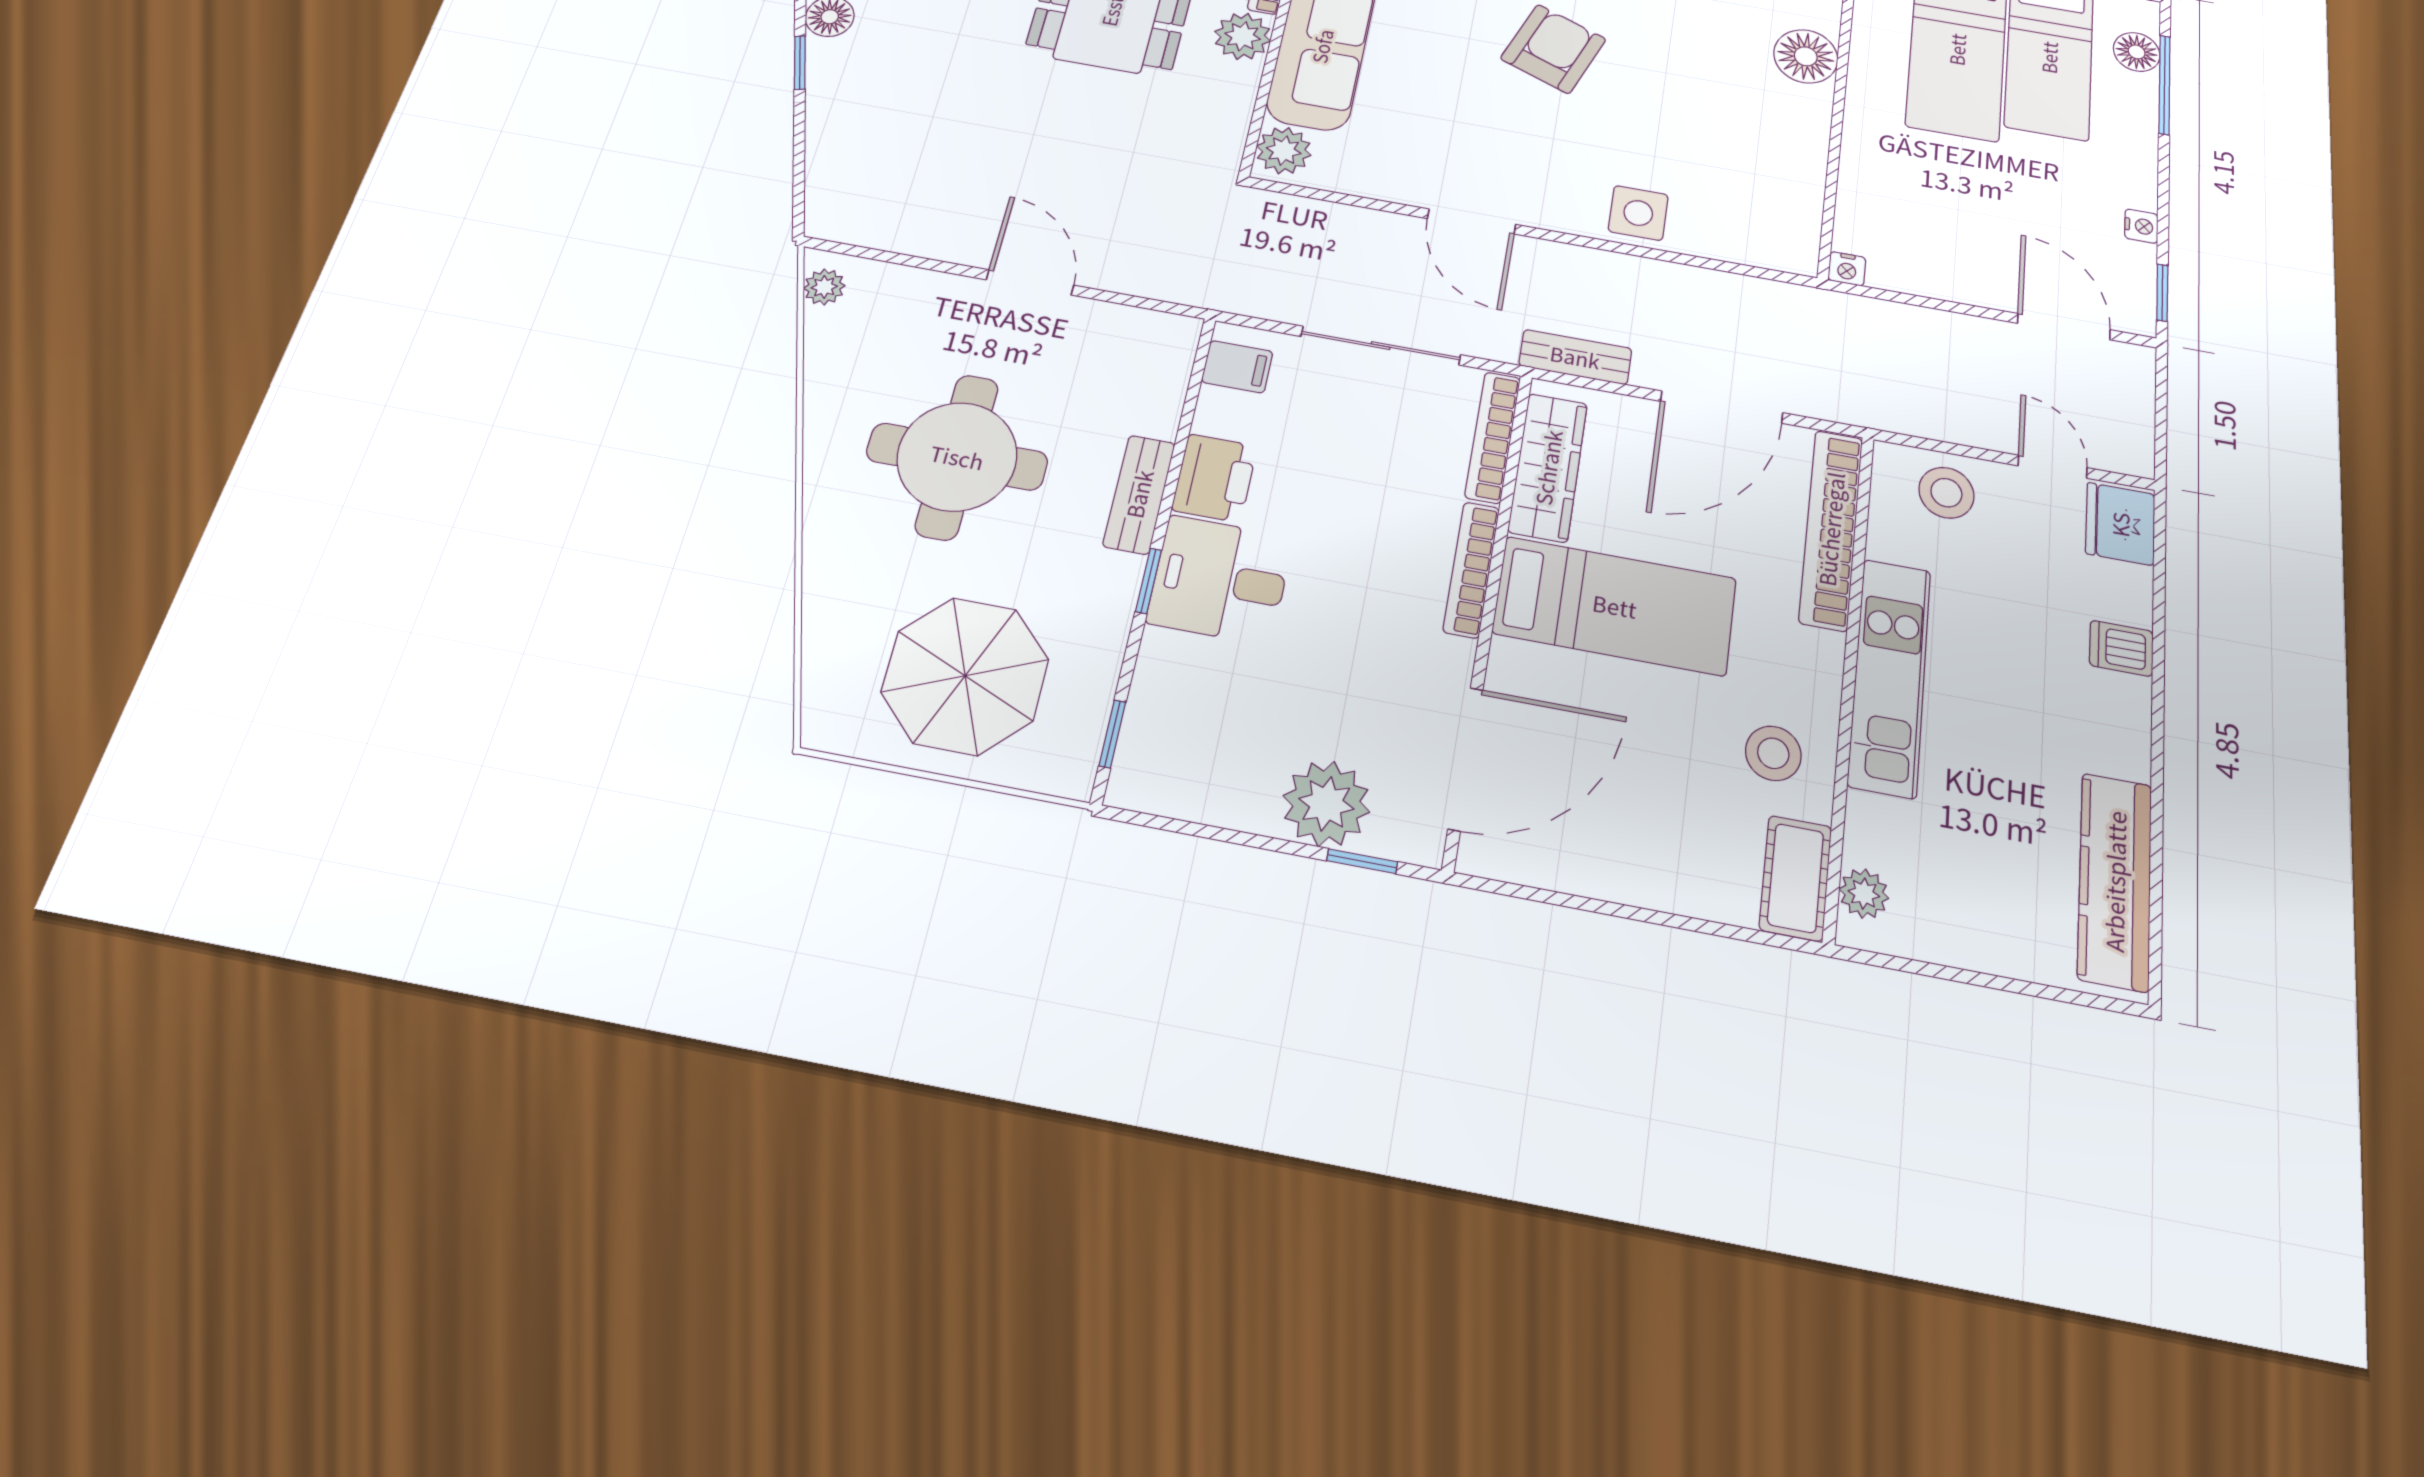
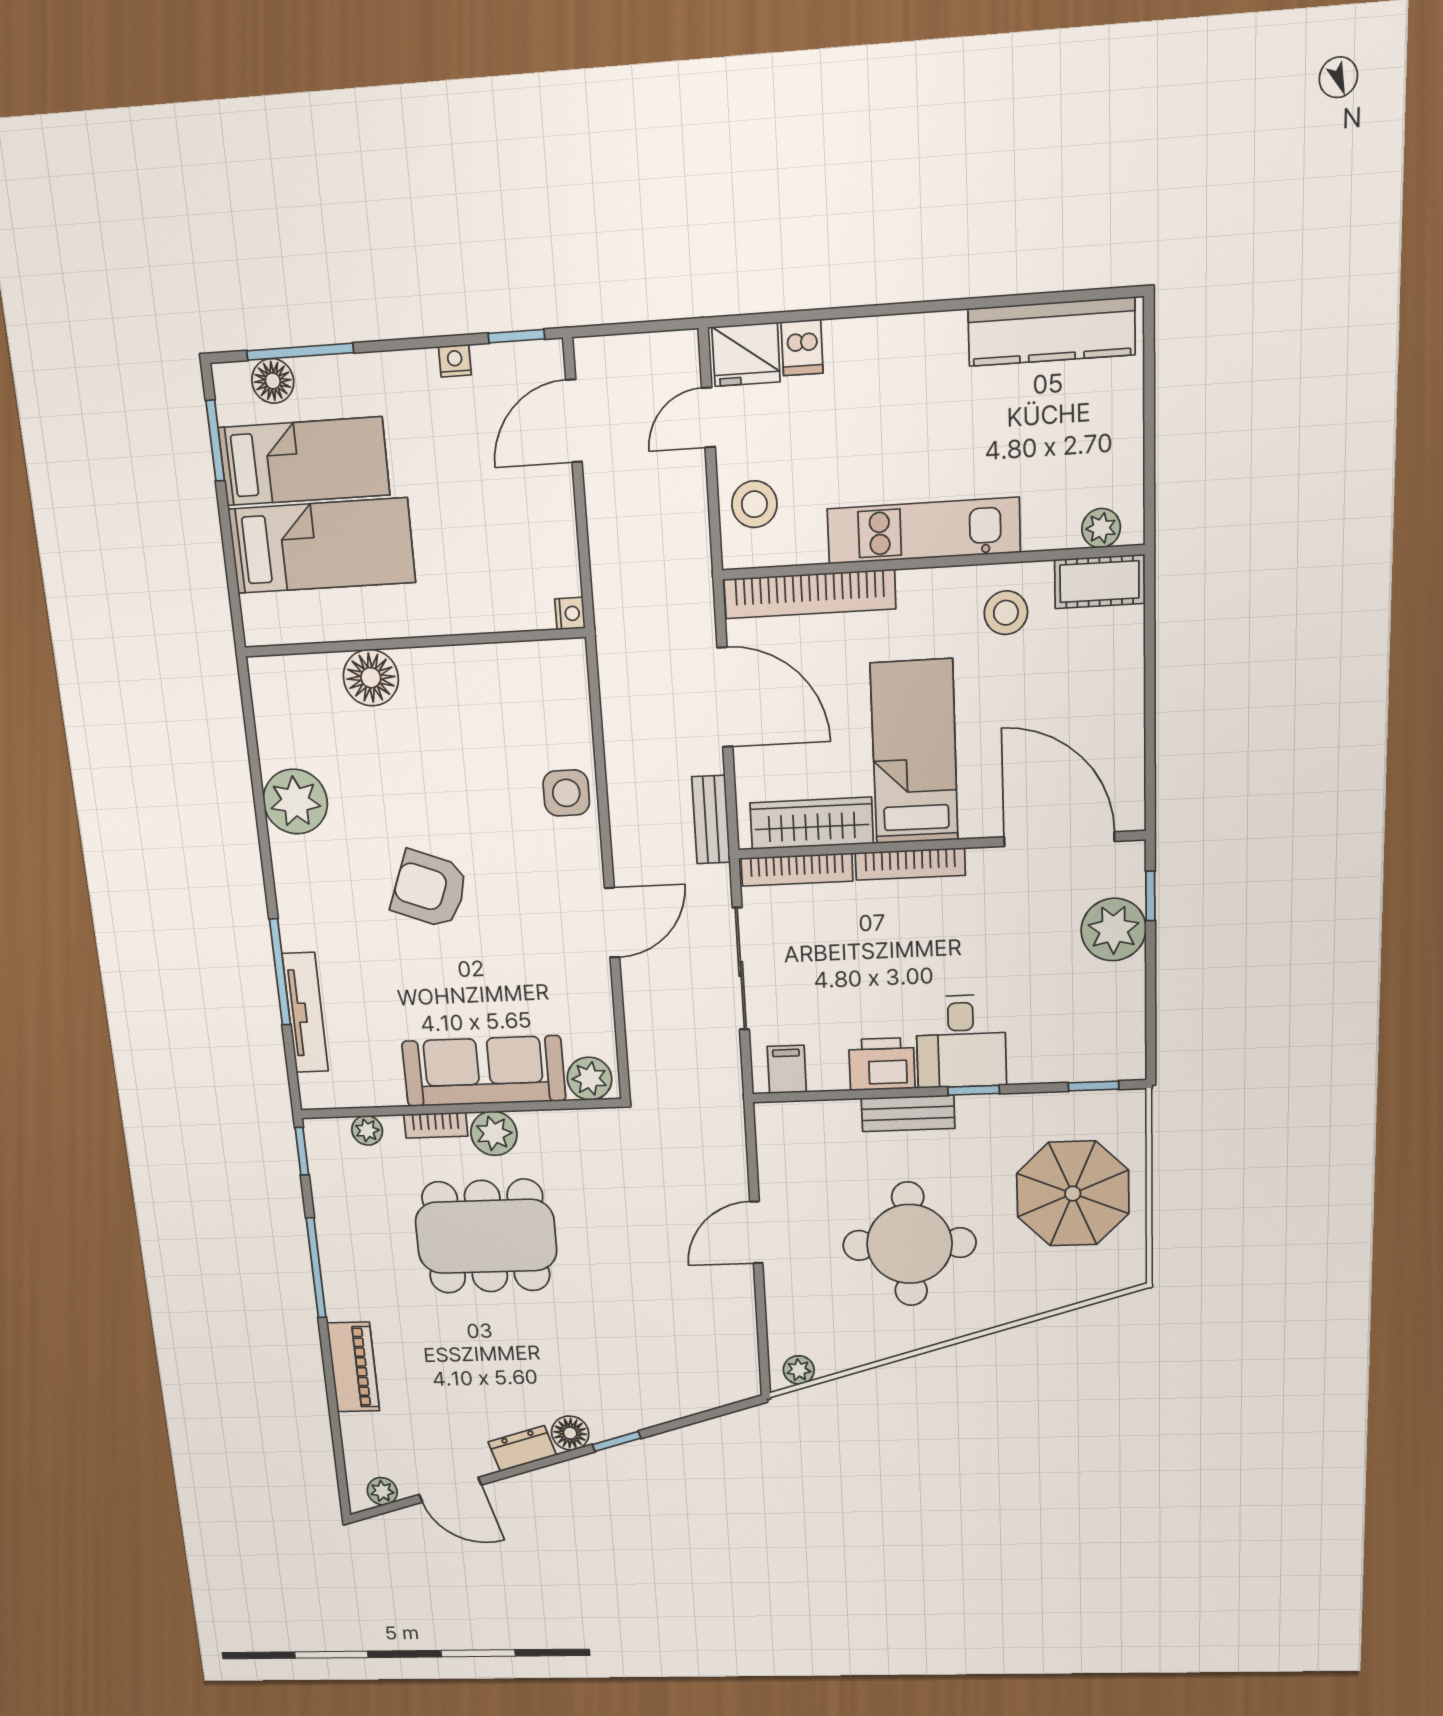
dishwasher: (2121, 648) -> (802, 348), moved

